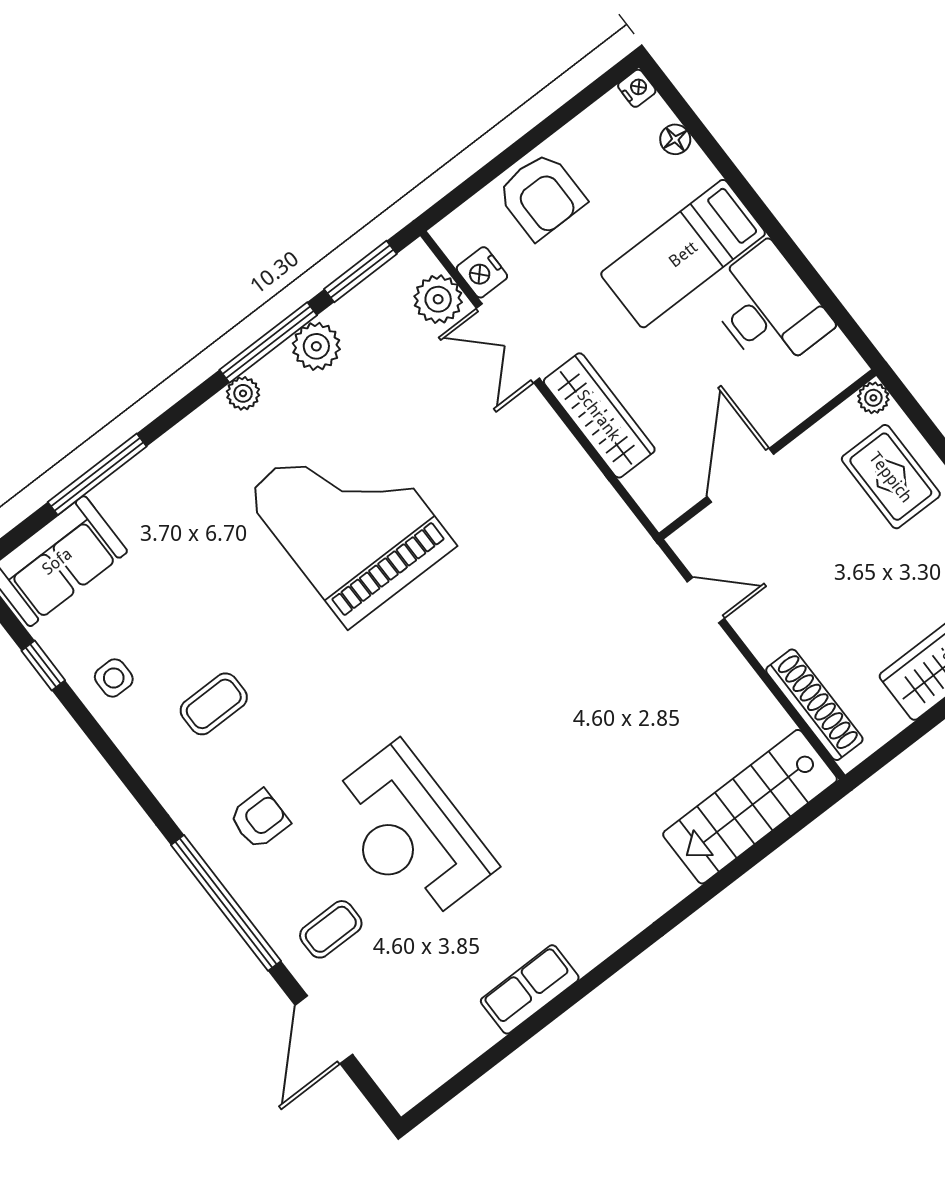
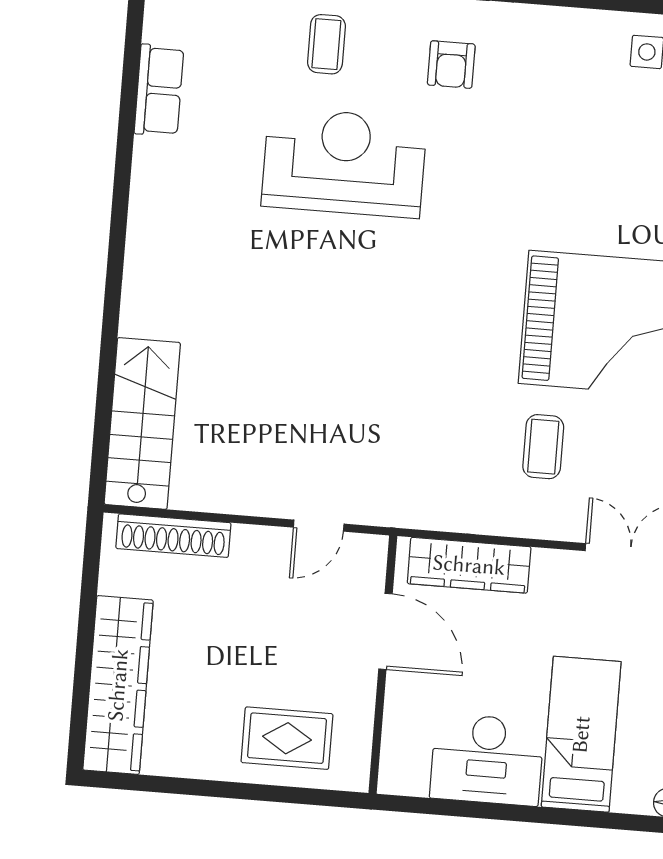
plant: (873, 398) -> (355, 777), removed
wardrobe: (599, 415) -> (469, 565), moved
coffee table: (214, 704) -> (543, 447), moved
row of seats: (530, 989) -> (159, 90), moved

